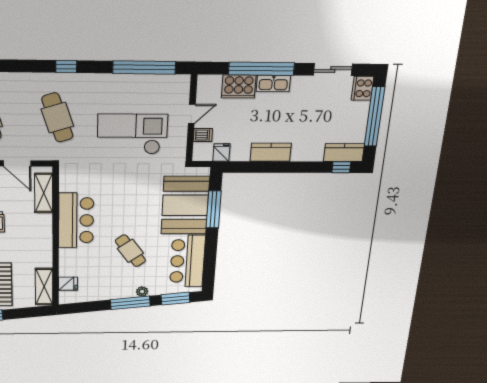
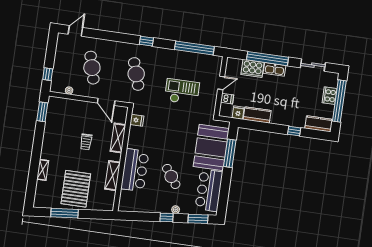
cooker: (363, 88) -> (329, 96), moved
checkout: (132, 134) -> (182, 92), width x0.73, depth x0.83
kitchen counter: (271, 152) -> (257, 115), moved
window: (341, 167) -> (294, 131), moved
shelving: (44, 193) -> (118, 138), moved
bar counter: (76, 220) -> (135, 170), moved
fridge: (68, 284) -> (137, 120), moved
shelving: (44, 287) -> (112, 176), moved
window: (130, 303) -> (166, 217), width x0.46

